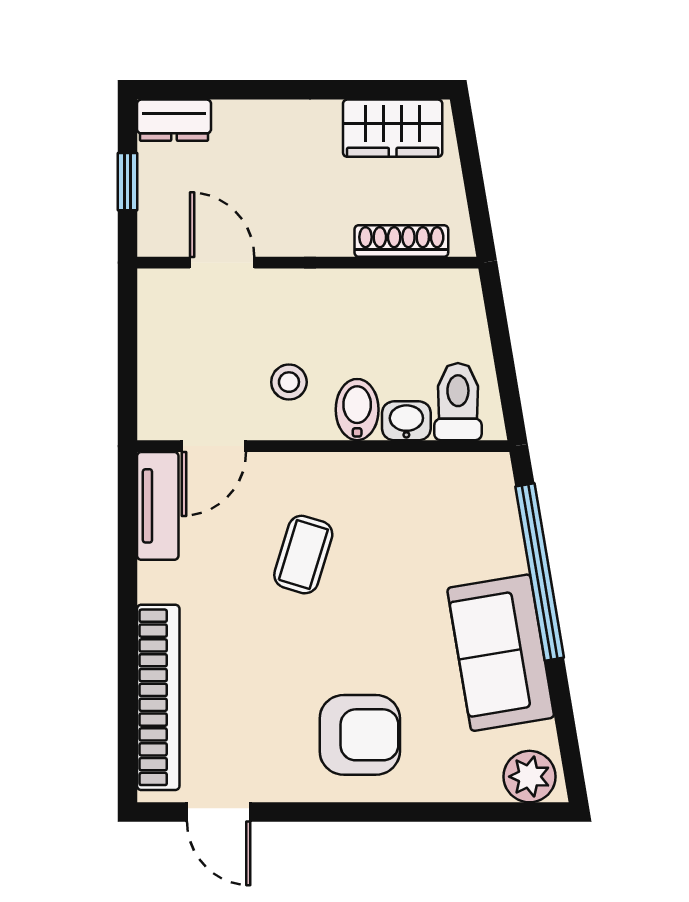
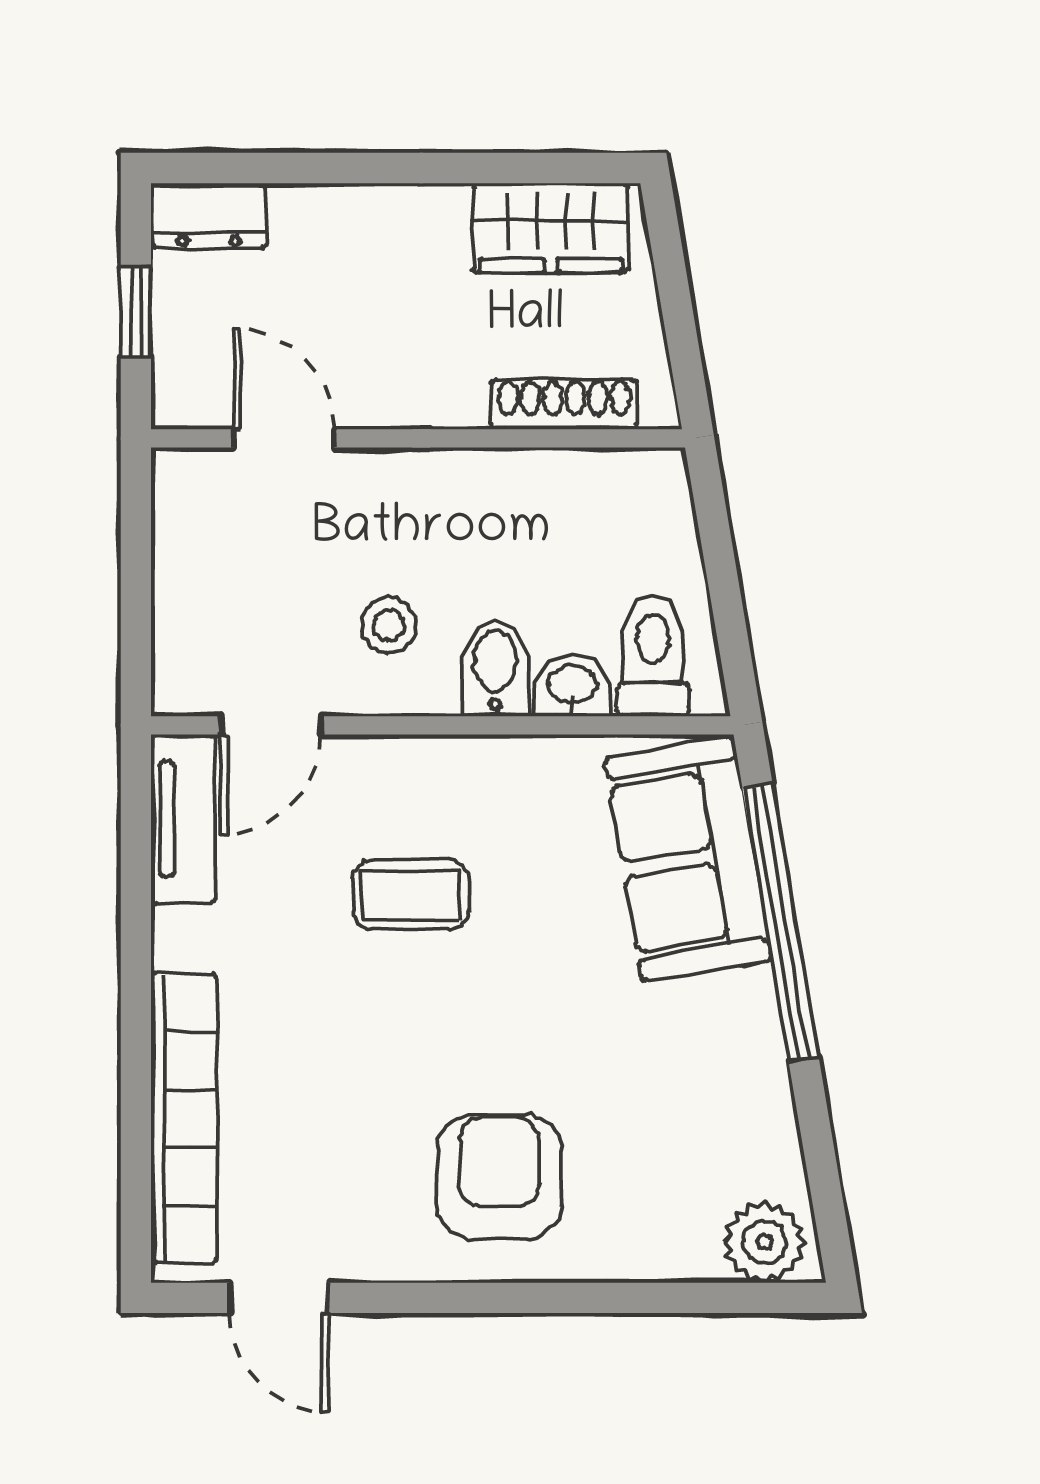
coffee table: (303, 555) -> (411, 895), turned 73
sofa: (501, 653) -> (688, 859), moved
armchair: (360, 735) -> (499, 1177), turned -90

